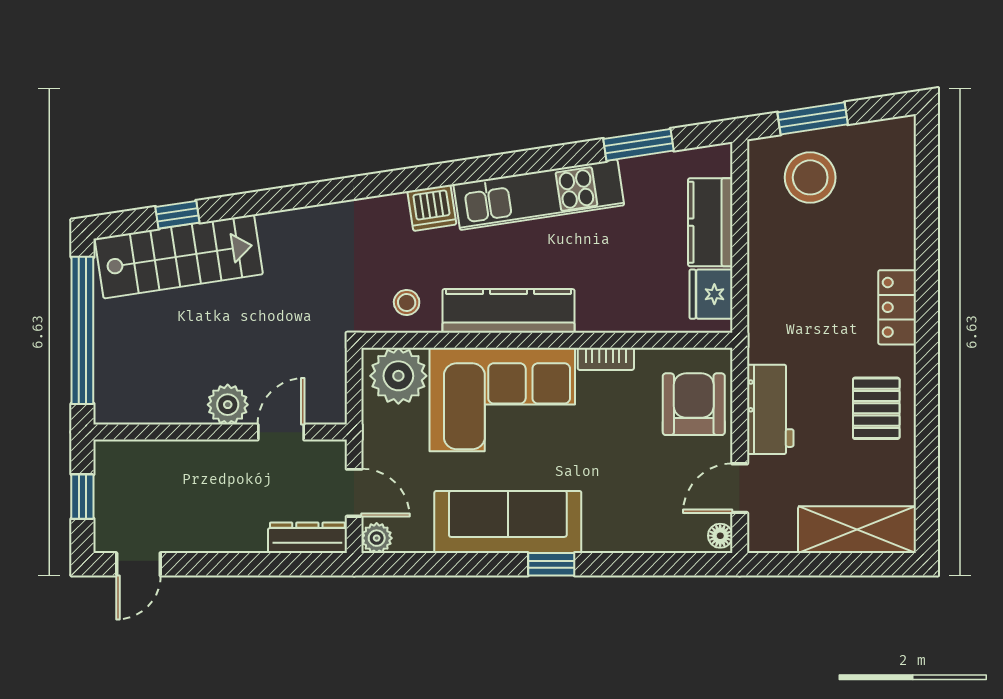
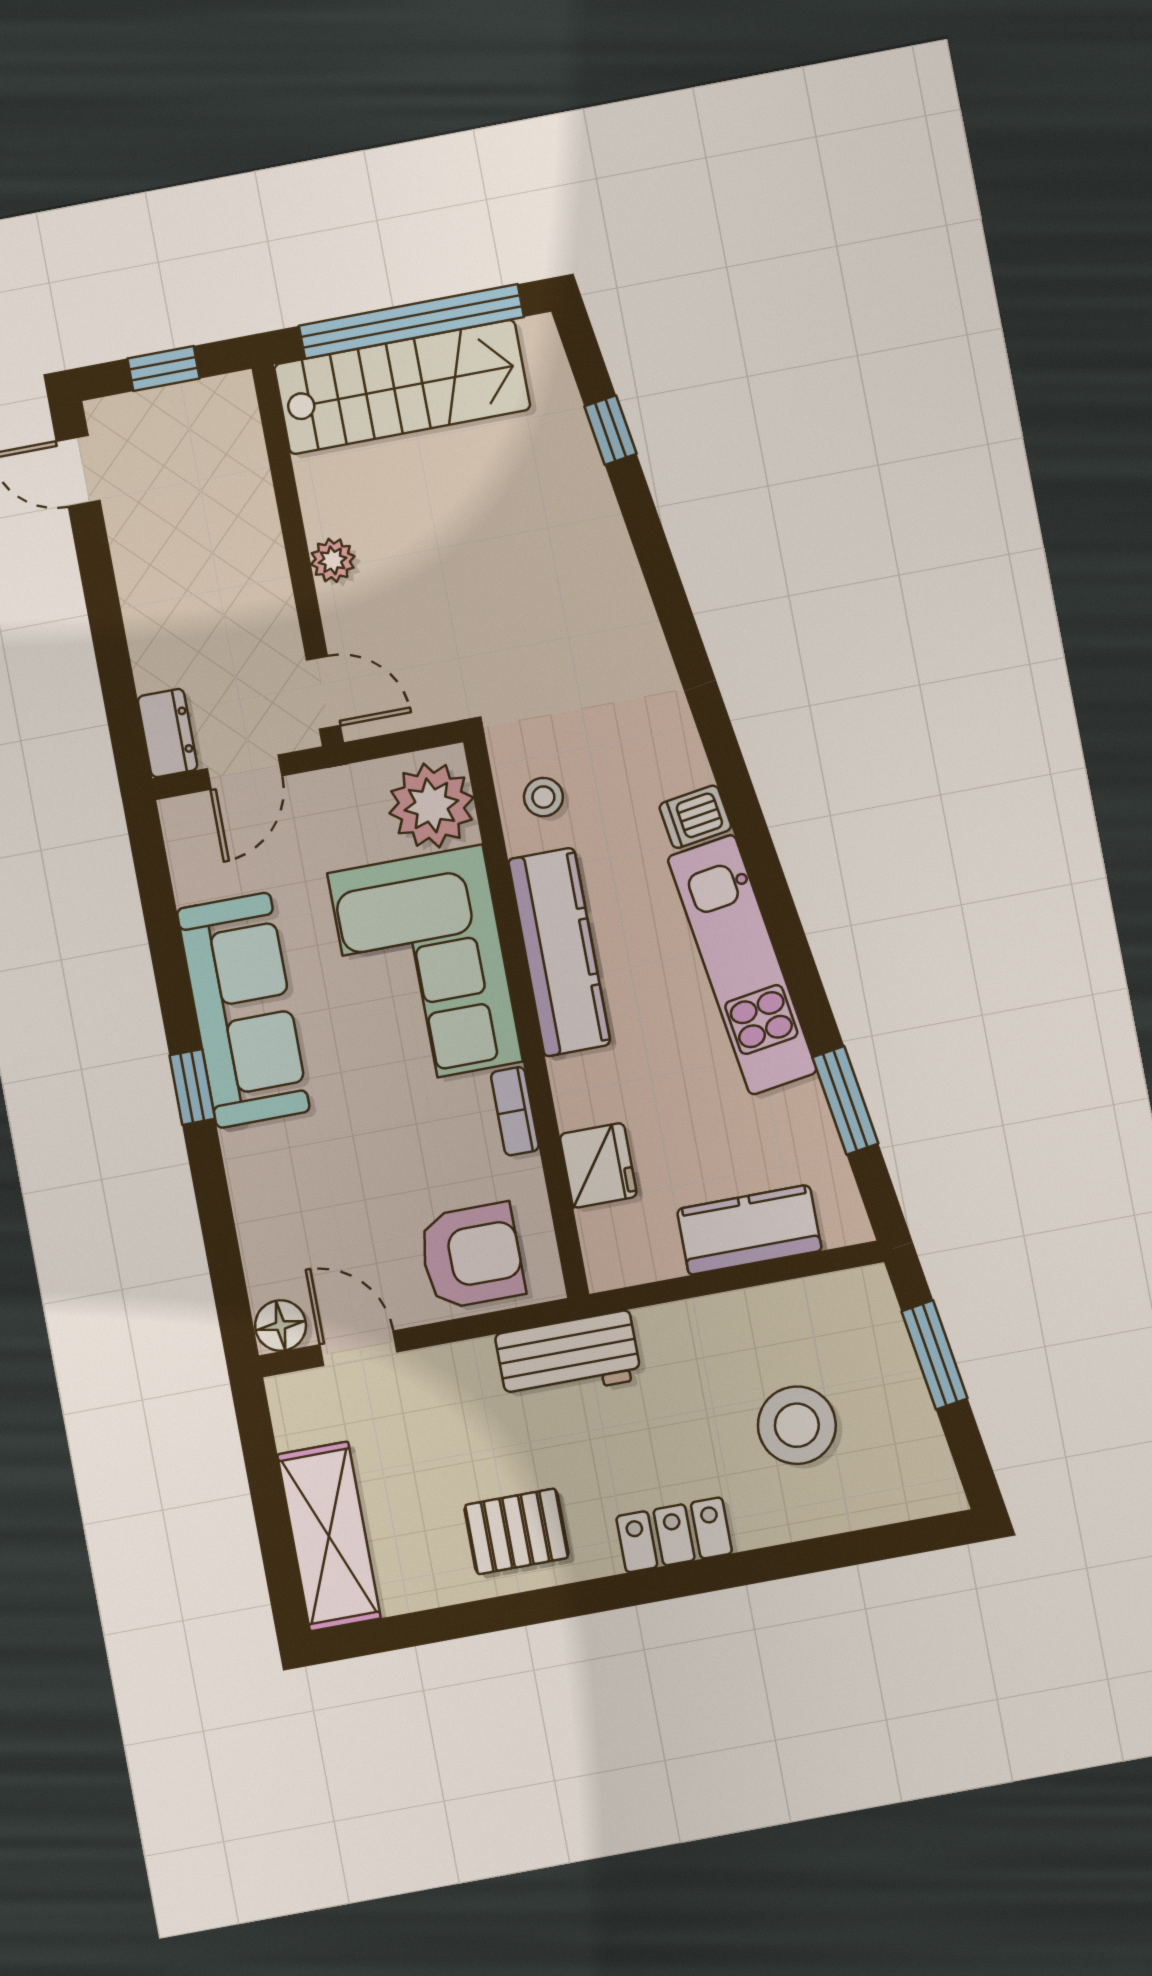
stool: (810, 177) -> (797, 1425), moved
dishwasher: (432, 208) -> (695, 817), width x0.73
stairs: (179, 256) -> (402, 387), moved, turned -81
fridge: (711, 294) -> (598, 1165), moved, turned 90
plant: (228, 405) -> (333, 560), width x0.73, depth x0.73
workbench: (770, 409) -> (568, 1357), moved
door: (281, 432) -> (323, 693), moved
floor lamp: (720, 536) -> (281, 1326), width x1.37, depth x1.37
dresser: (307, 538) -> (168, 733), width x0.70
plant: (377, 538) -> (183, 819), removed

